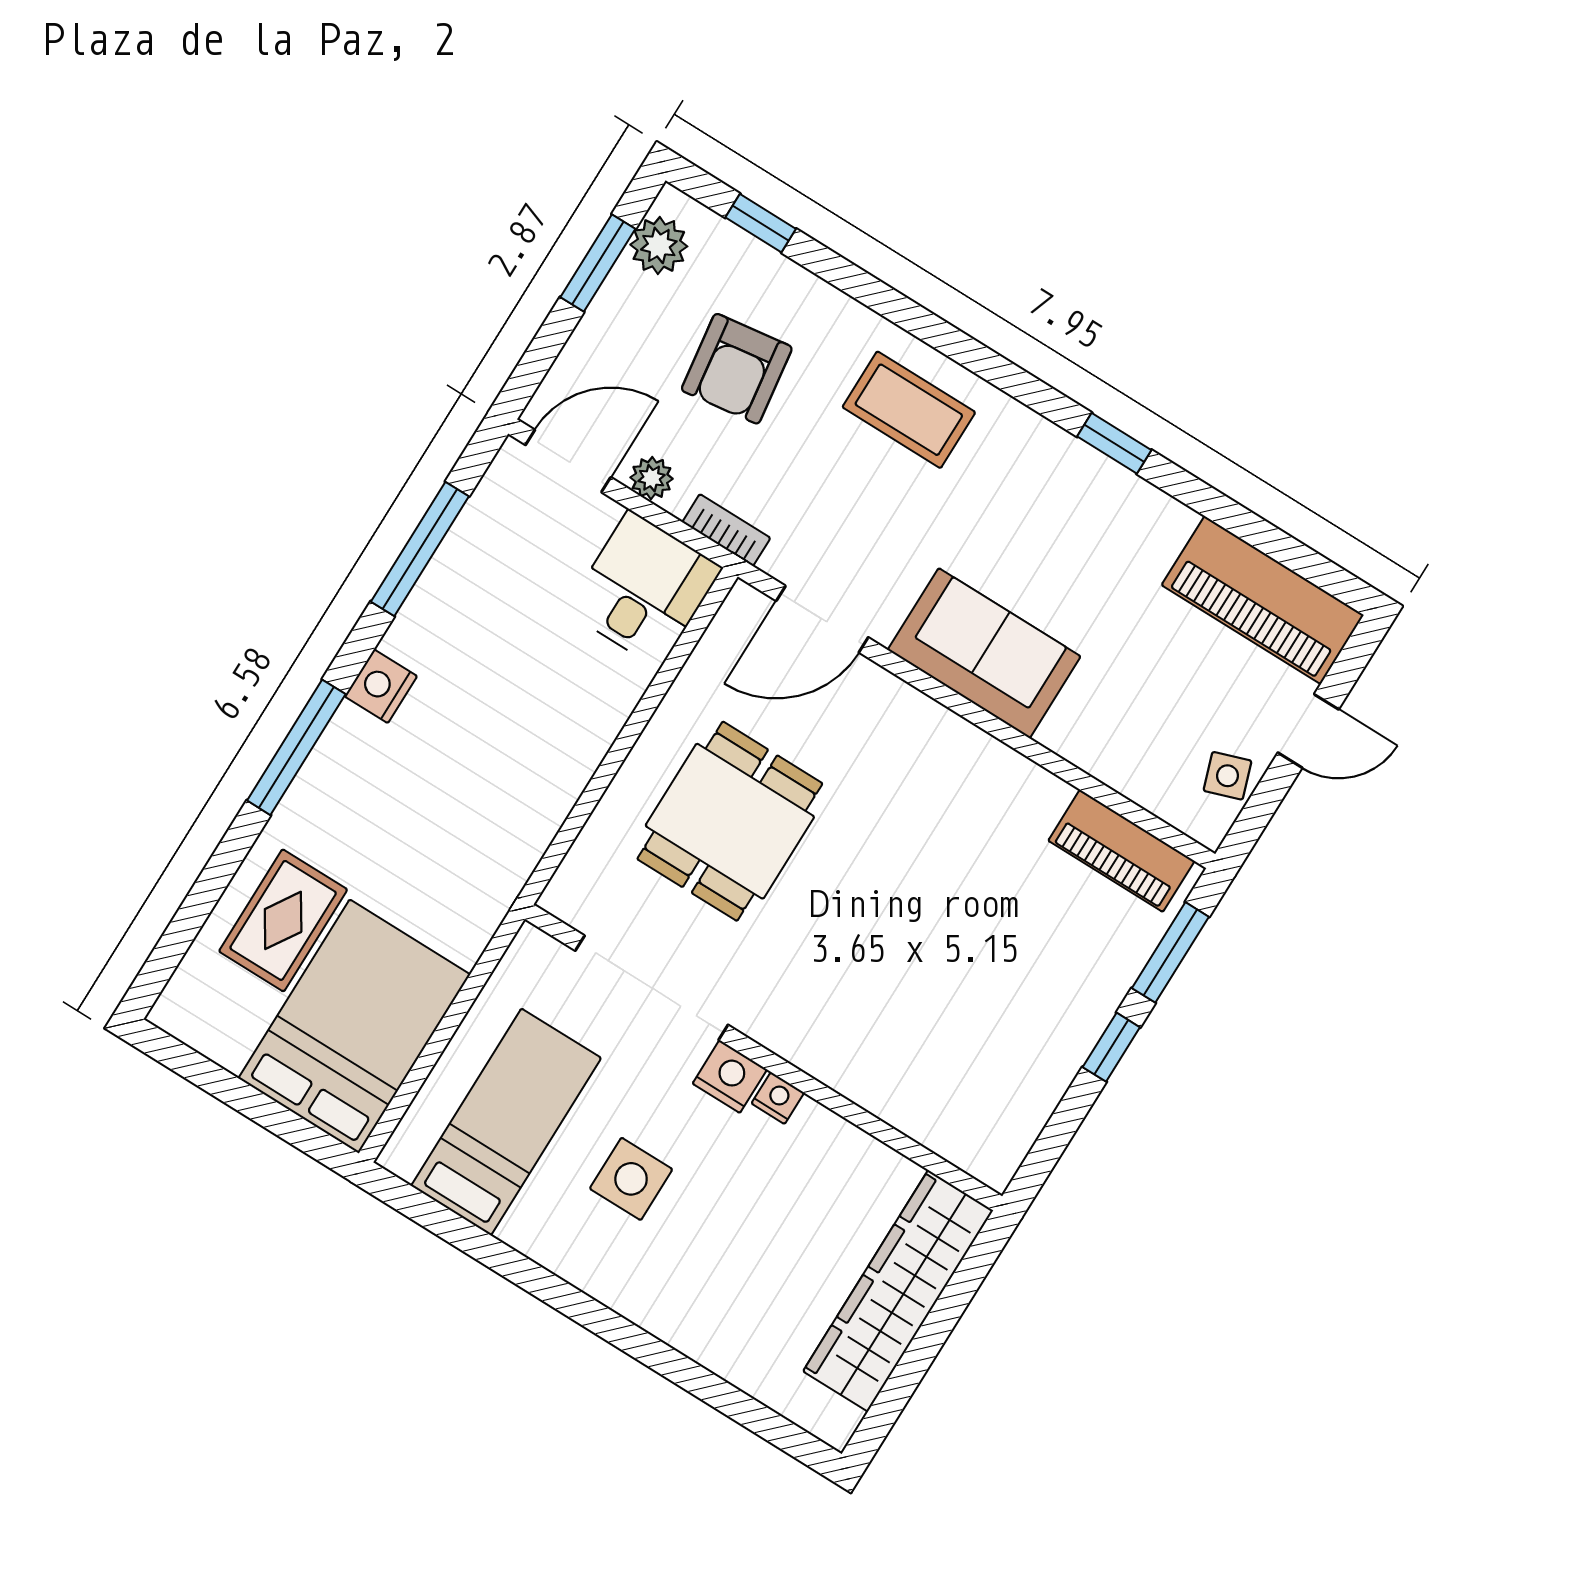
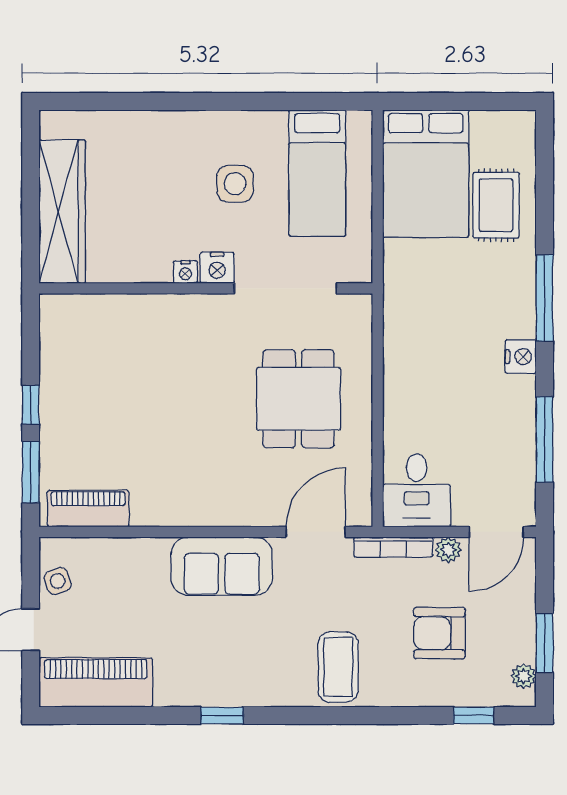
plant: (659, 245) -> (524, 676), width x0.73, depth x0.73
armchair: (737, 369) -> (439, 633), turned -82
coffee table: (909, 410) -> (338, 667), turned 90
bookcase: (726, 530) -> (393, 547), width x1.56

